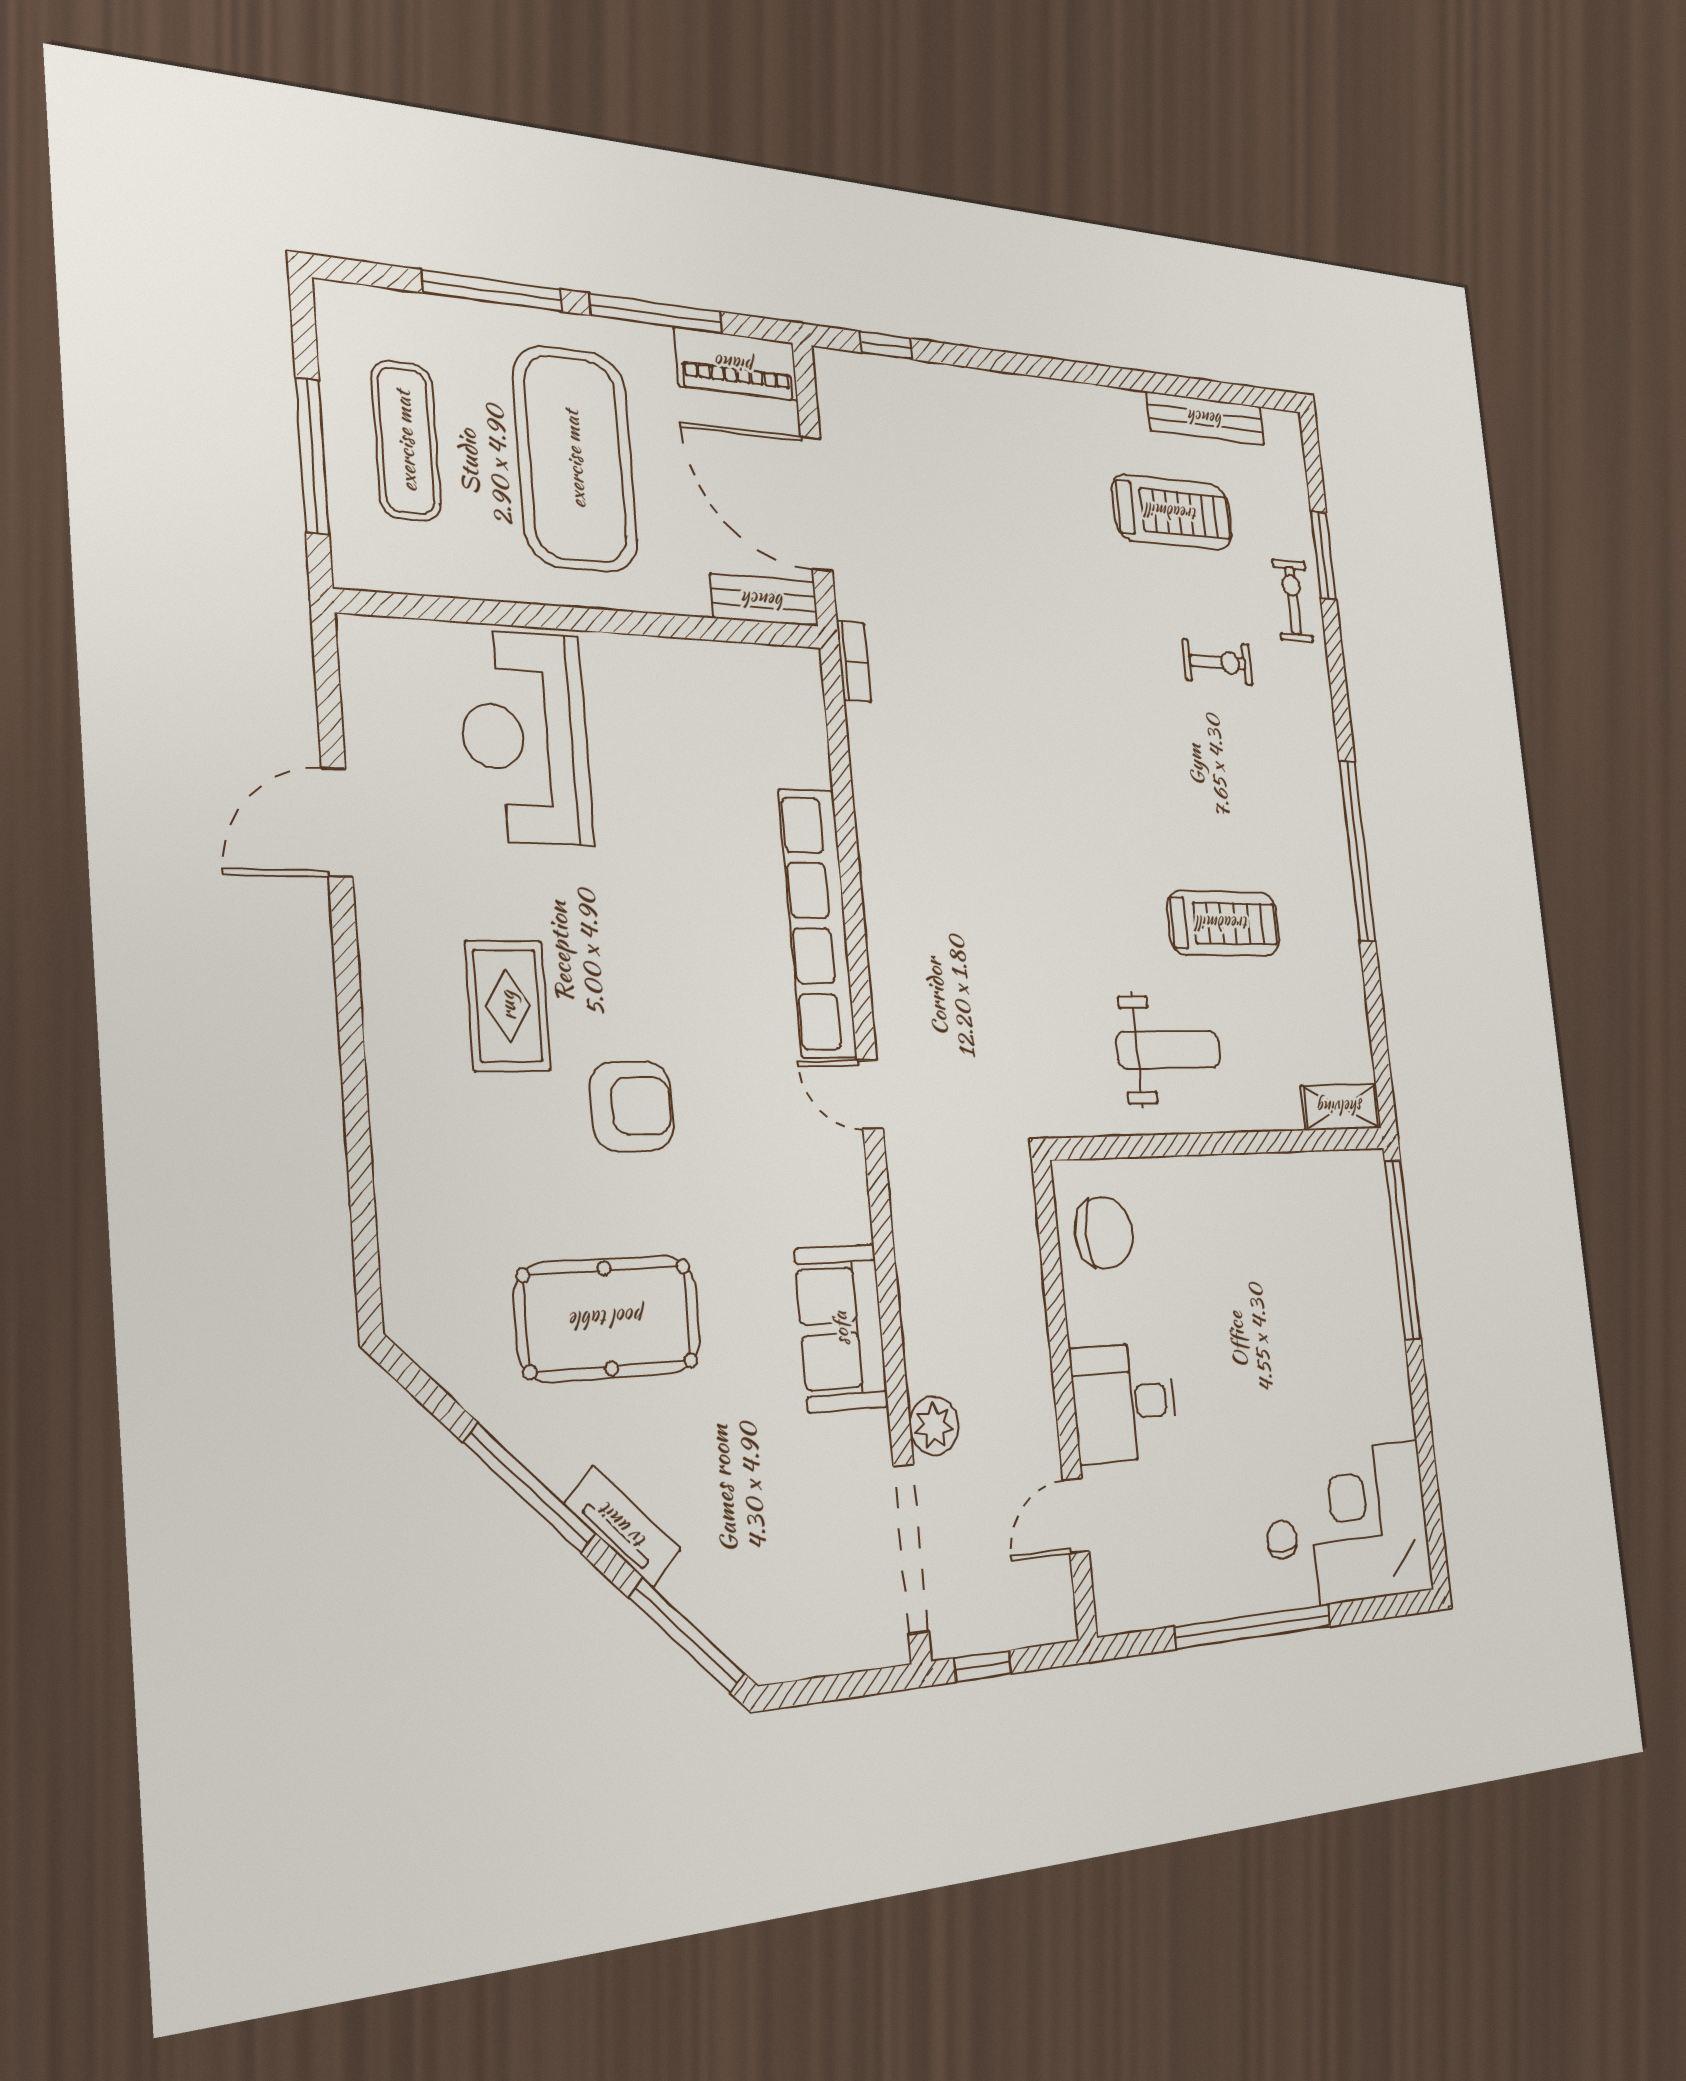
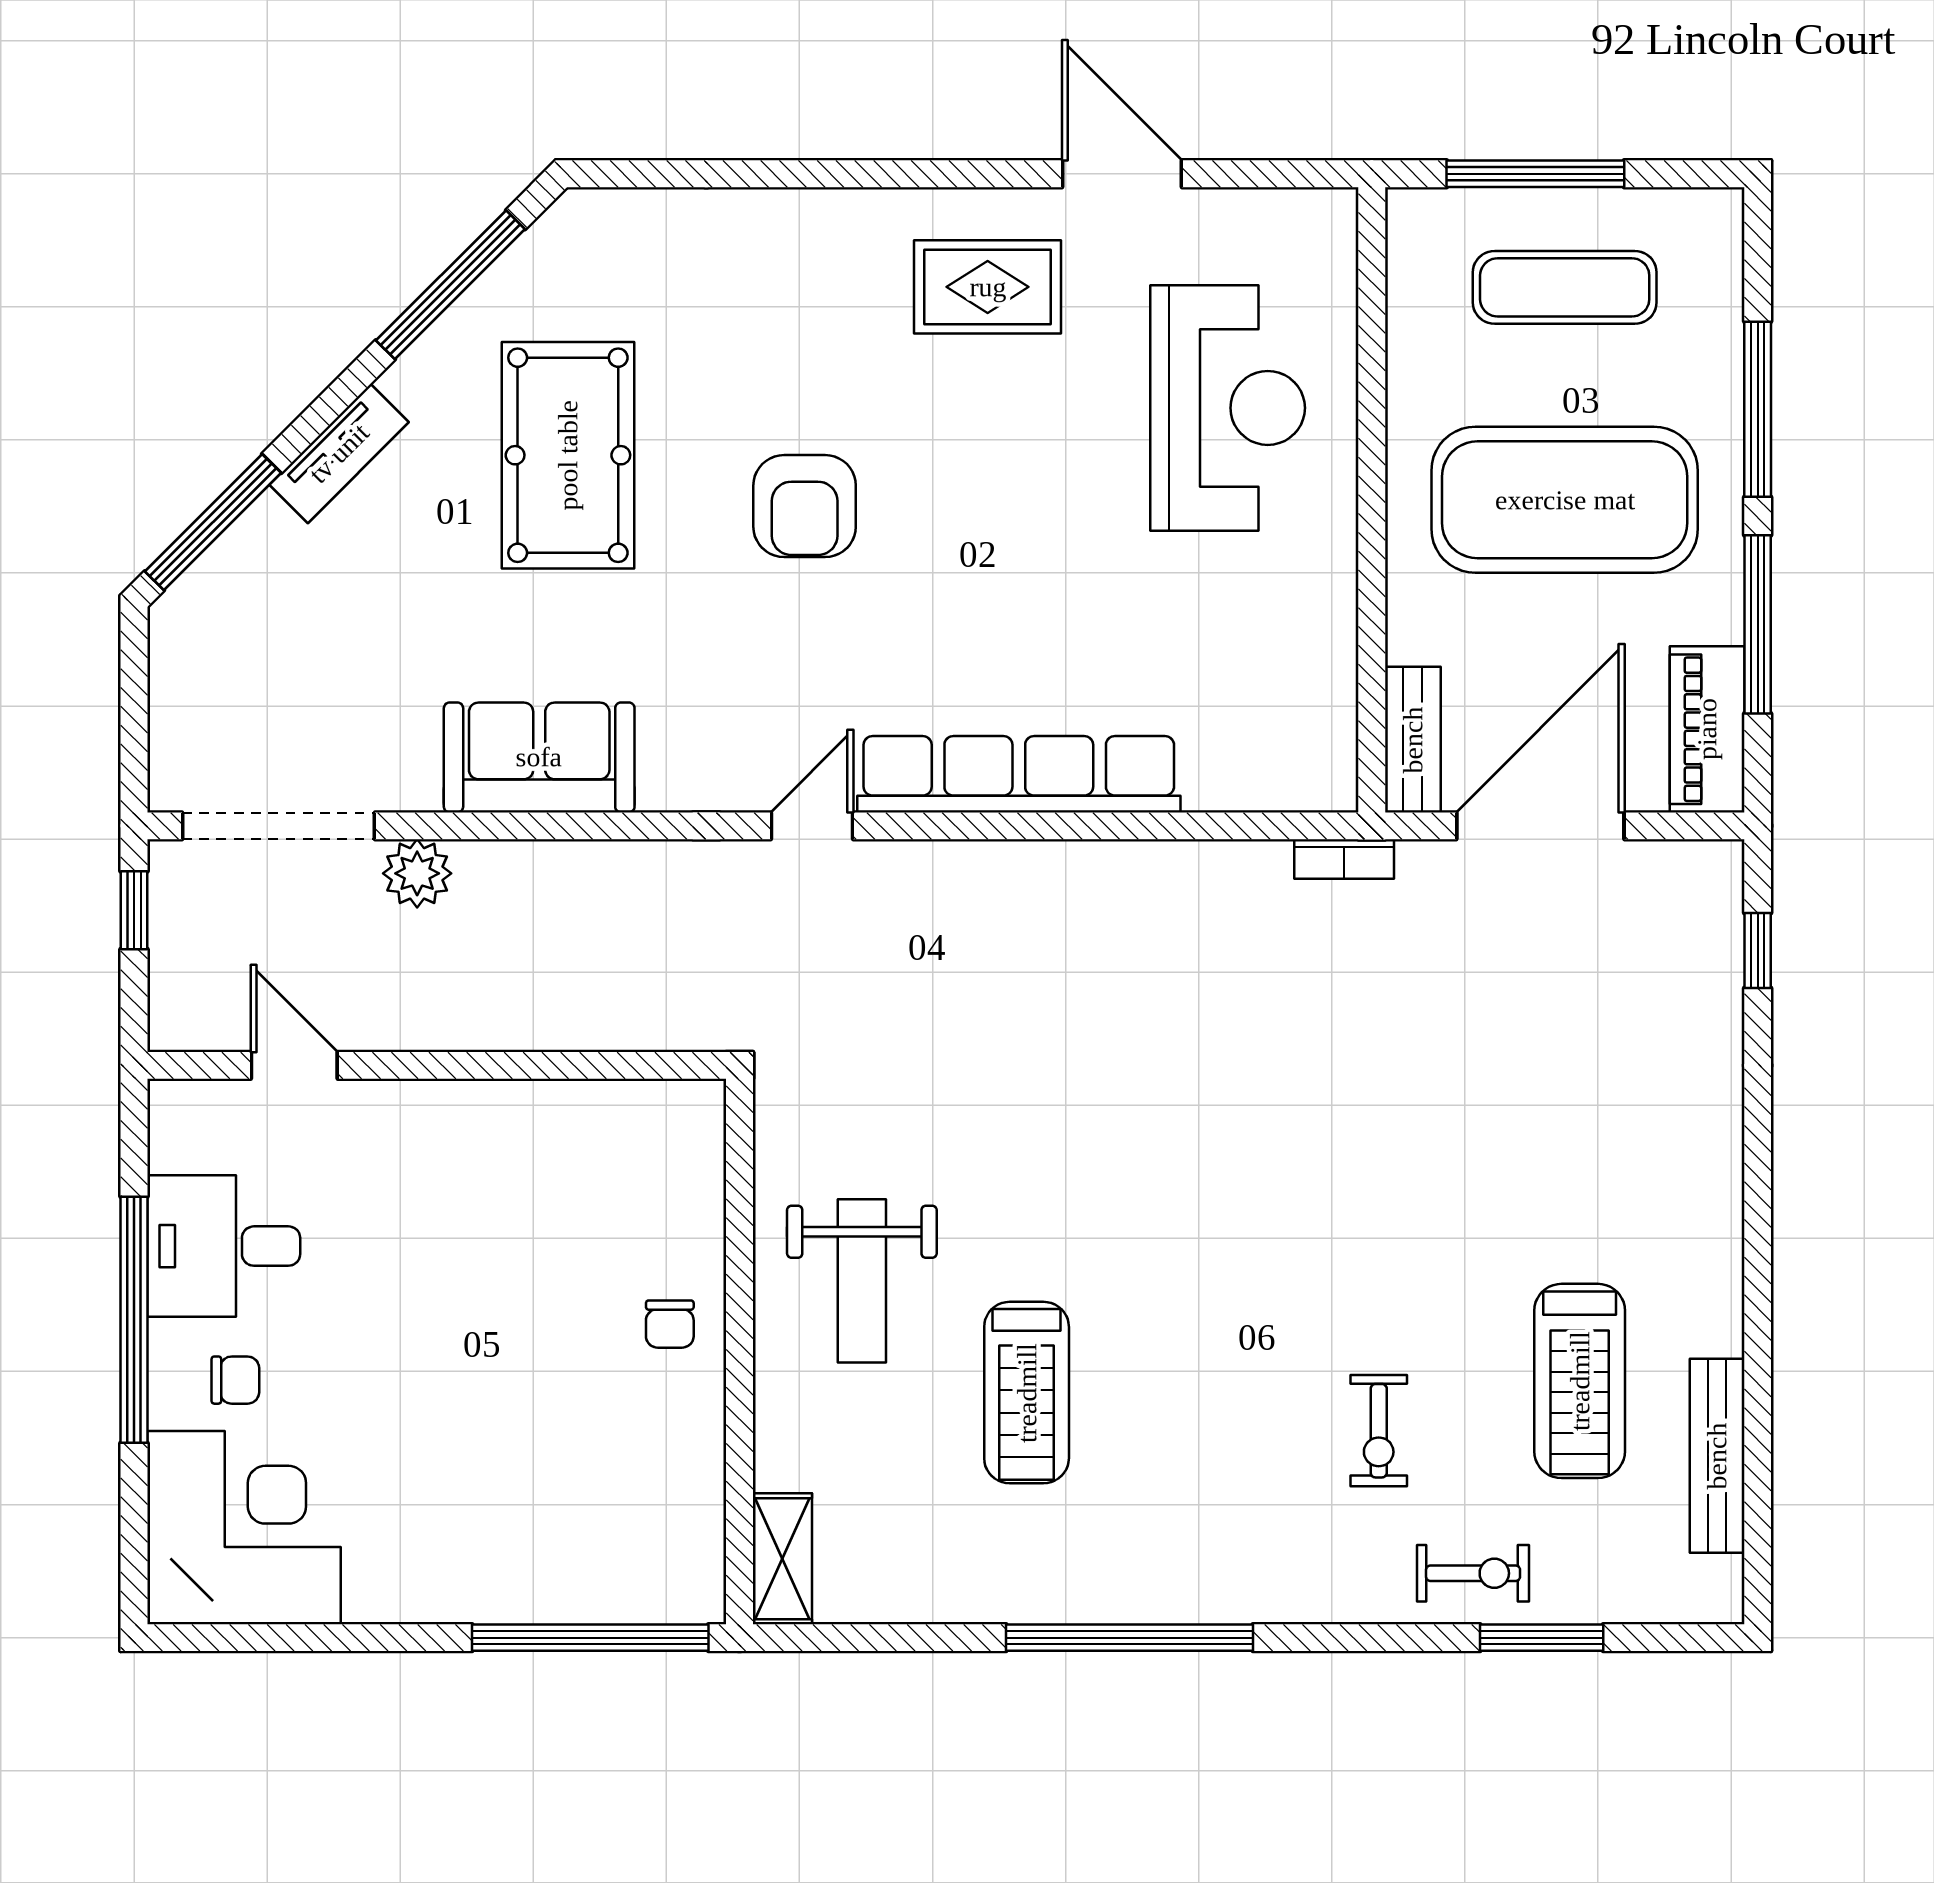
reception desk: (525, 738) -> (1228, 408), turned 90
rug: (508, 1006) -> (988, 287), moved
chair: (1104, 1233) -> (670, 1324), moved, width x0.54, depth x0.54
desk: (1124, 1402) -> (224, 1246), moved, turned -90
window: (530, 1488) -> (450, 285), moved

